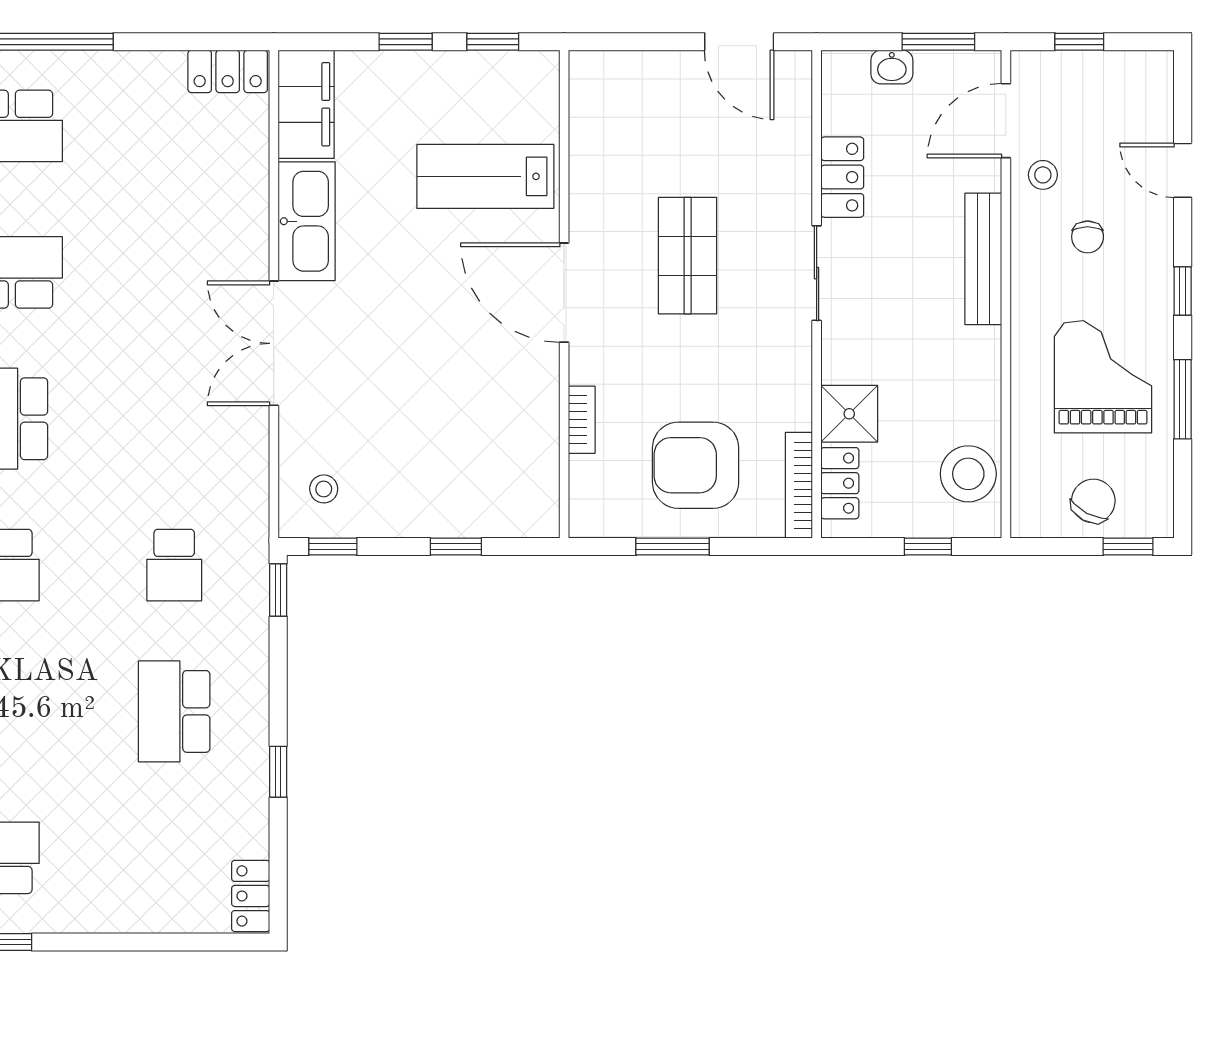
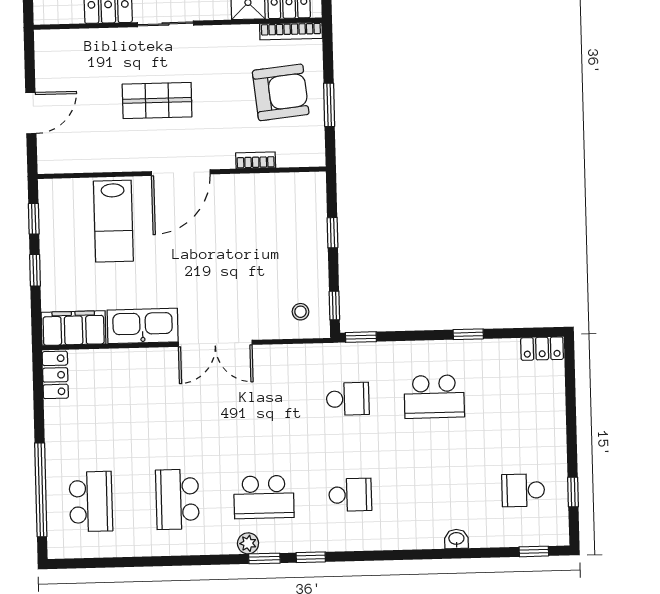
door: (739, 42) -> (31, 113), moved
armchair: (696, 465) -> (281, 92), turned -96

